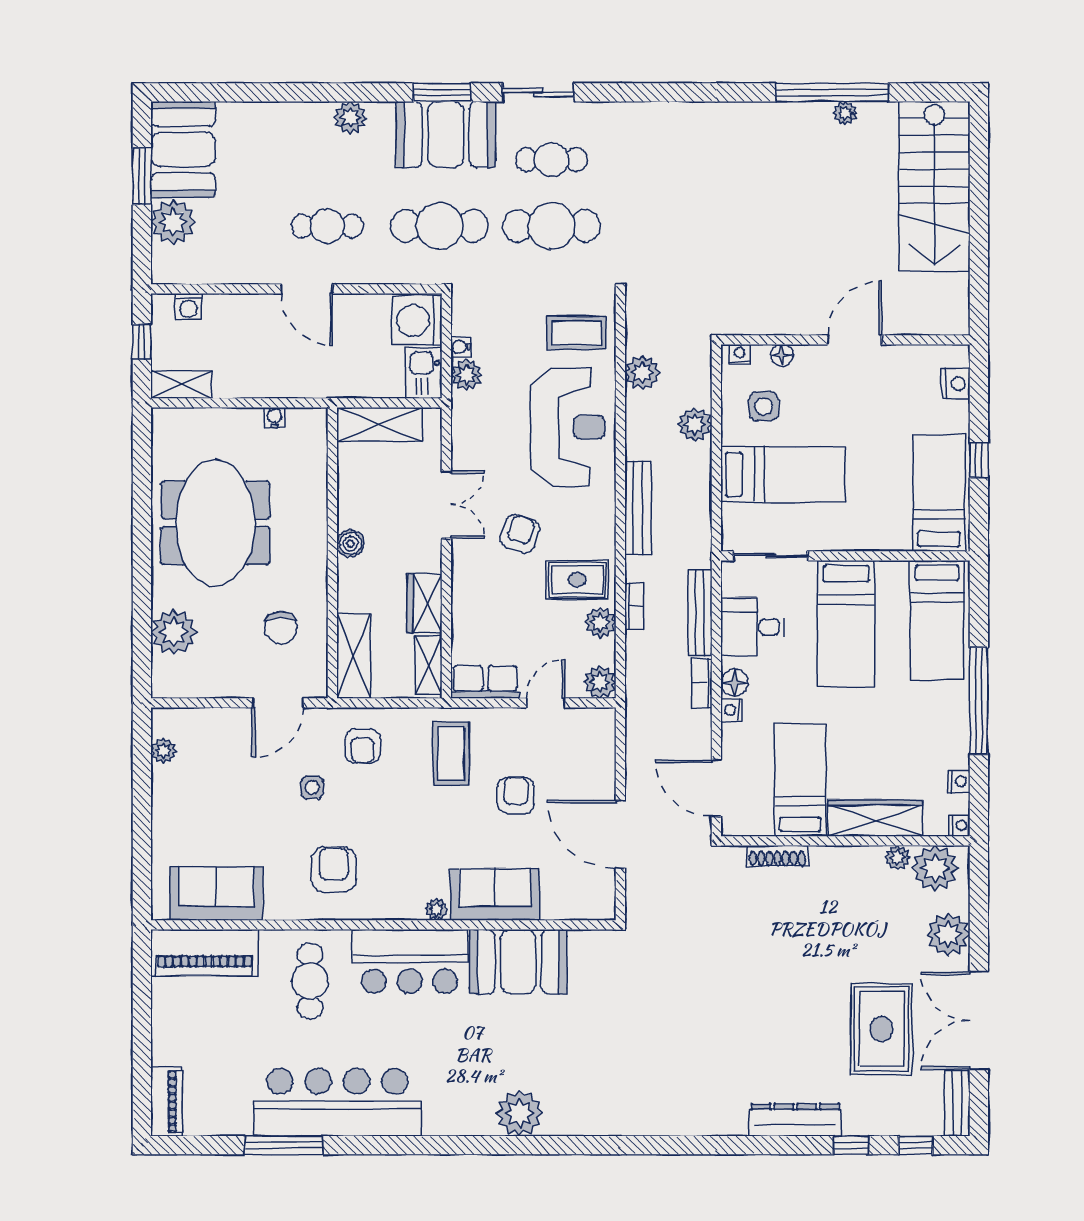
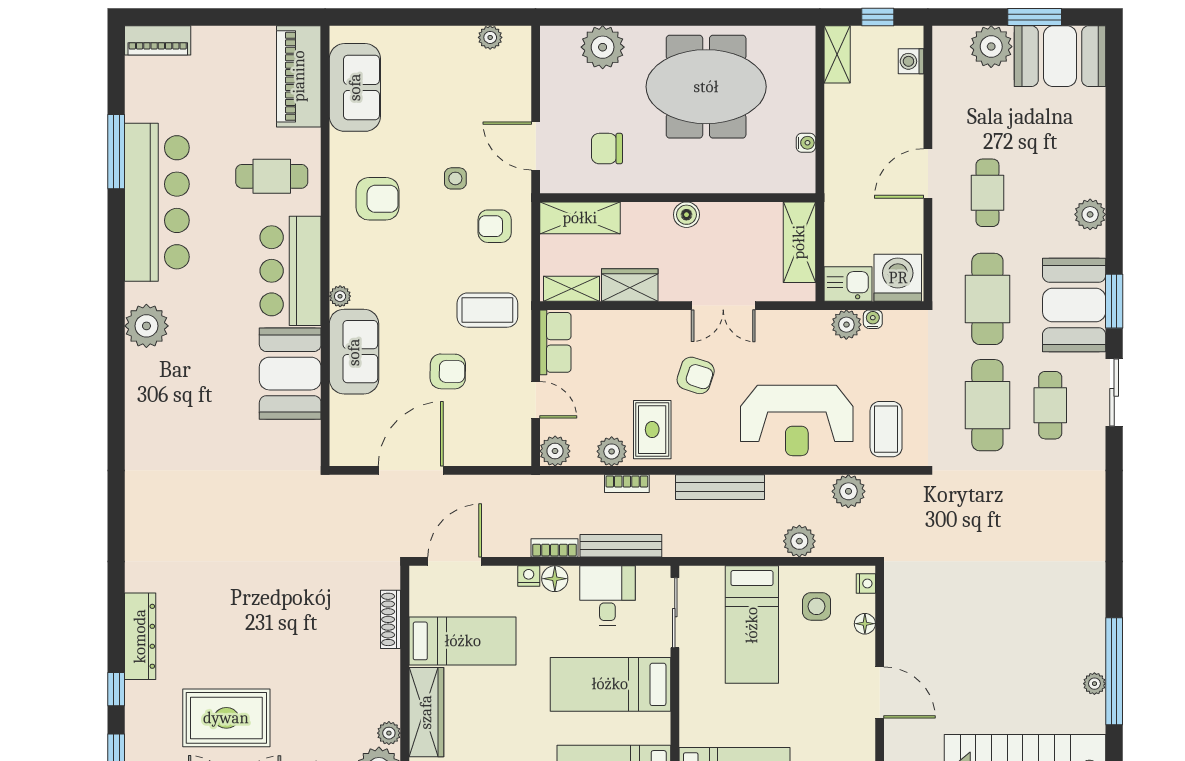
plant: (519, 1113) -> (146, 326), moved

